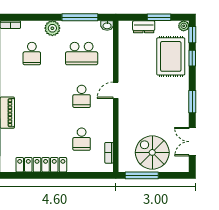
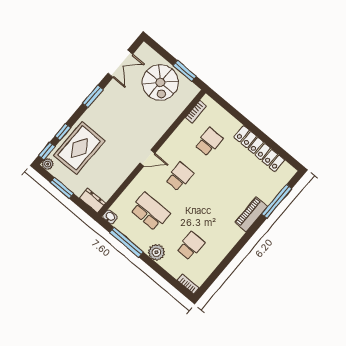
dresser: (144, 27) -> (93, 201), moved
window: (142, 175) -> (185, 71), width x0.69

